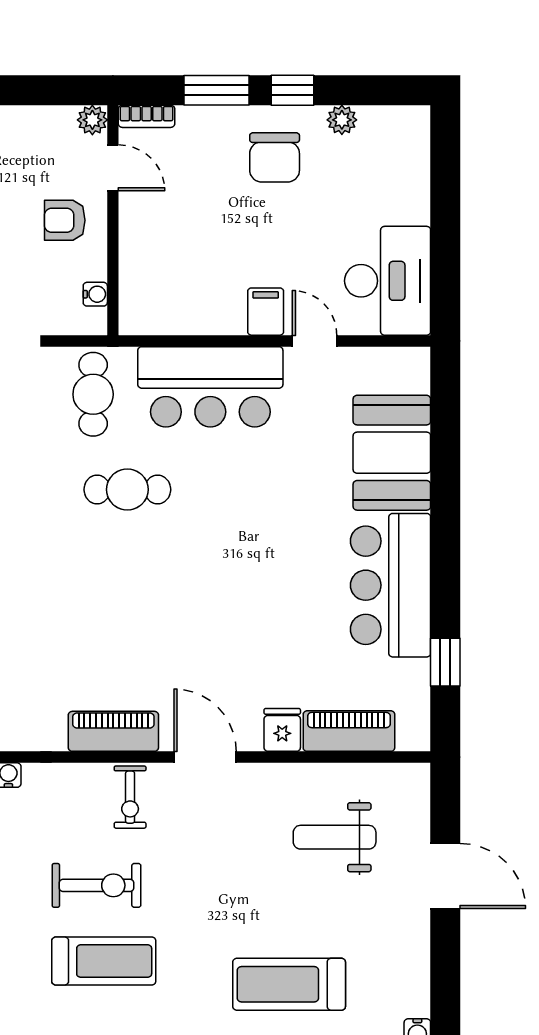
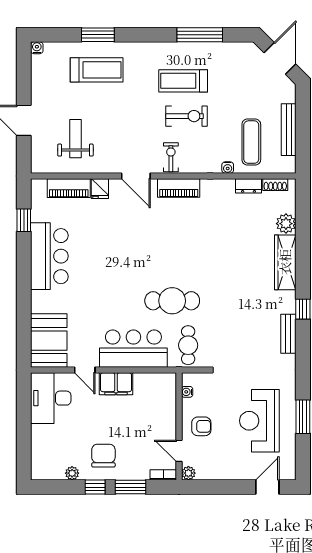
filing cabinet: (266, 312) -> (116, 384), width x2.00
booth: (392, 453) -> (49, 341), moved
cafe table: (127, 490) -> (172, 301), width x1.37, depth x1.35
weight bench: (335, 837) -> (75, 139), turned -90
exercise bike: (97, 885) -> (187, 116), turned 180

